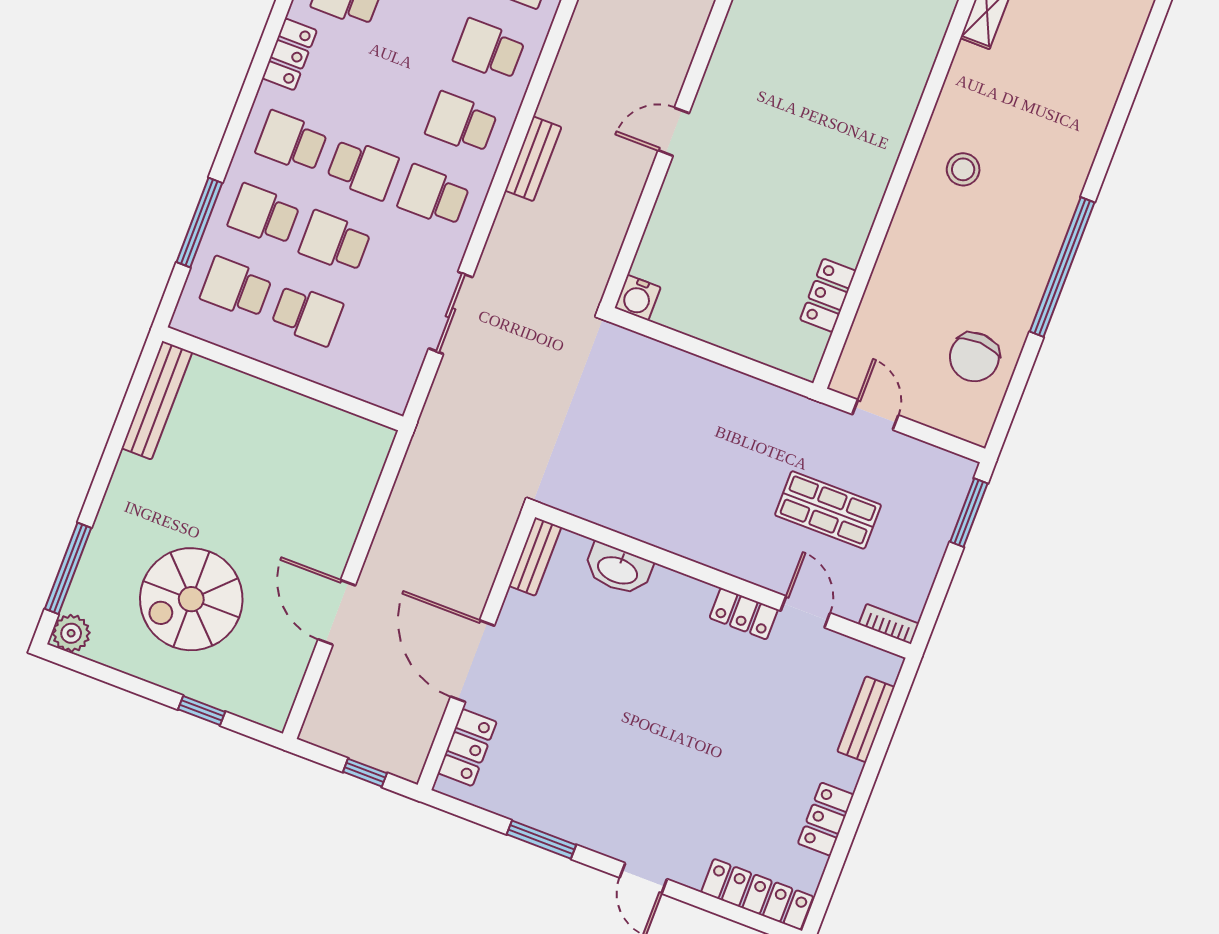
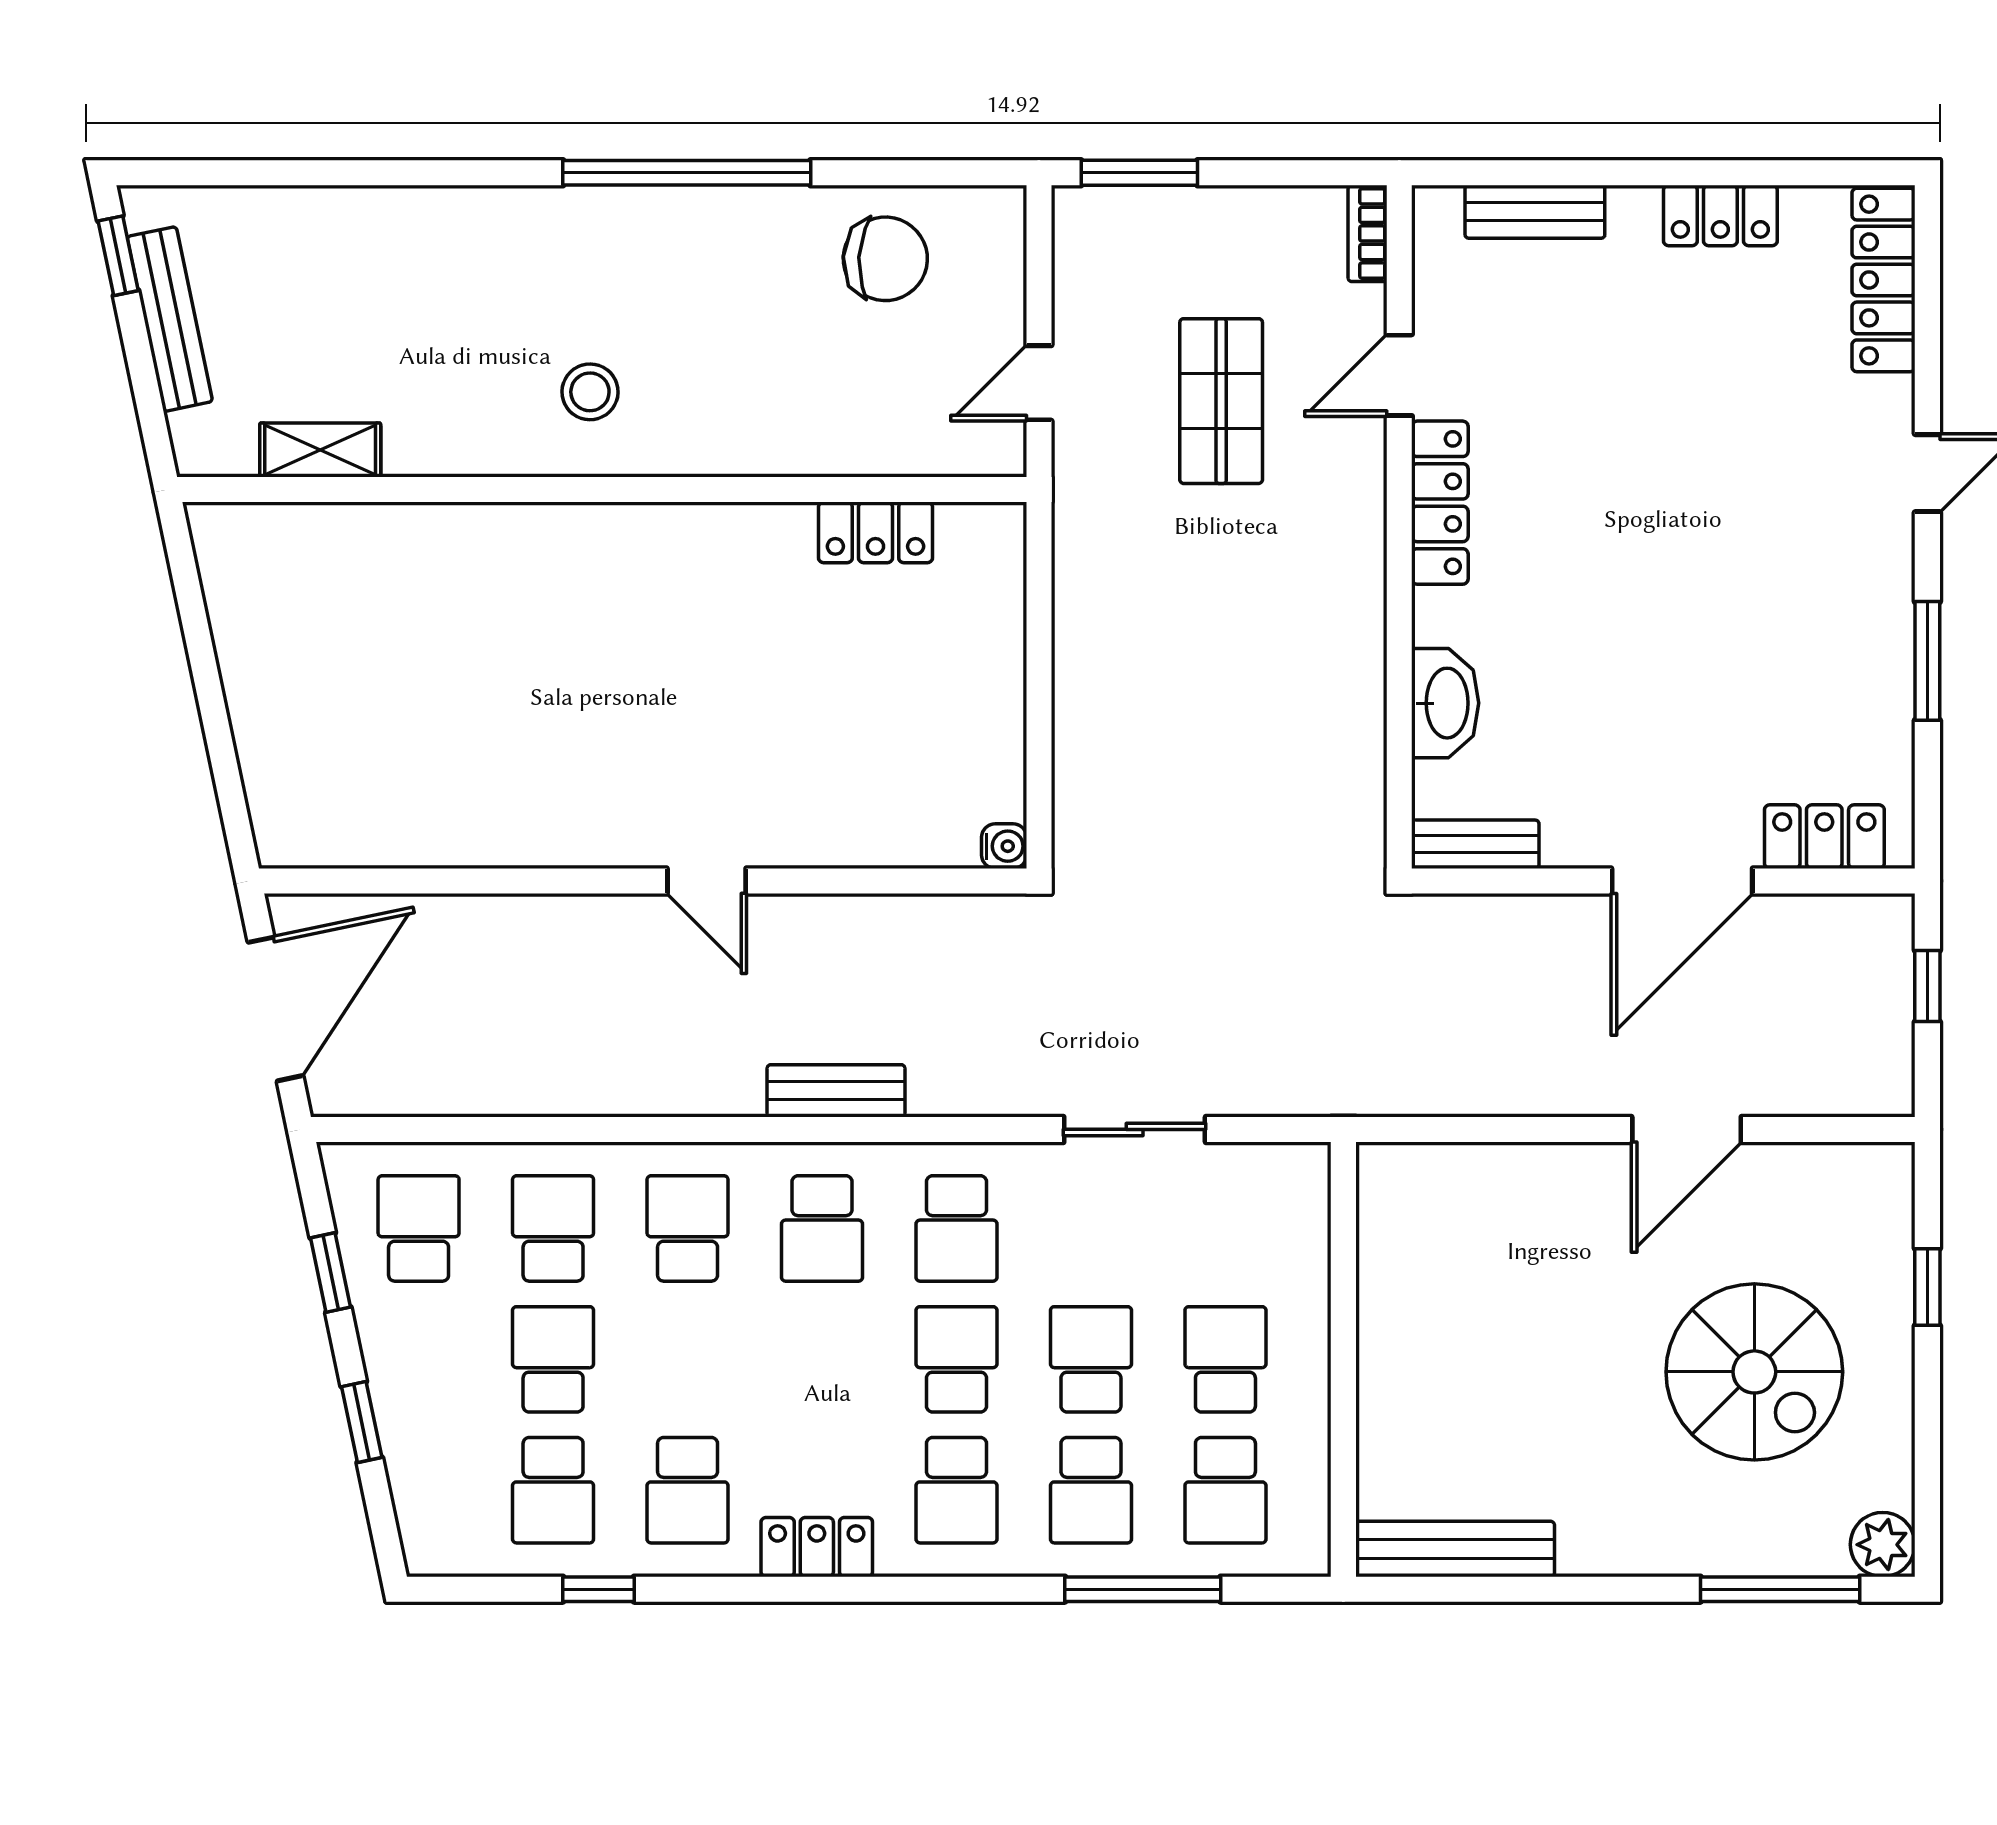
school desk: (489, 50) -> (688, 1228), turned 180
school desk: (335, 242) -> (1091, 1359), turned 180
water cooler: (638, 298) -> (1004, 846), width x0.72, depth x0.72
locker: (744, 614) -> (1440, 503), width x1.53

